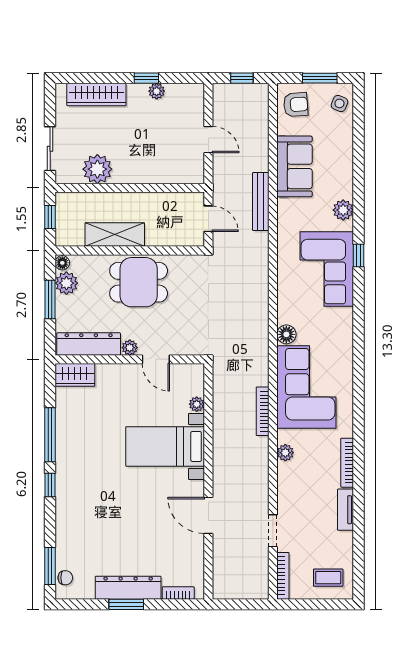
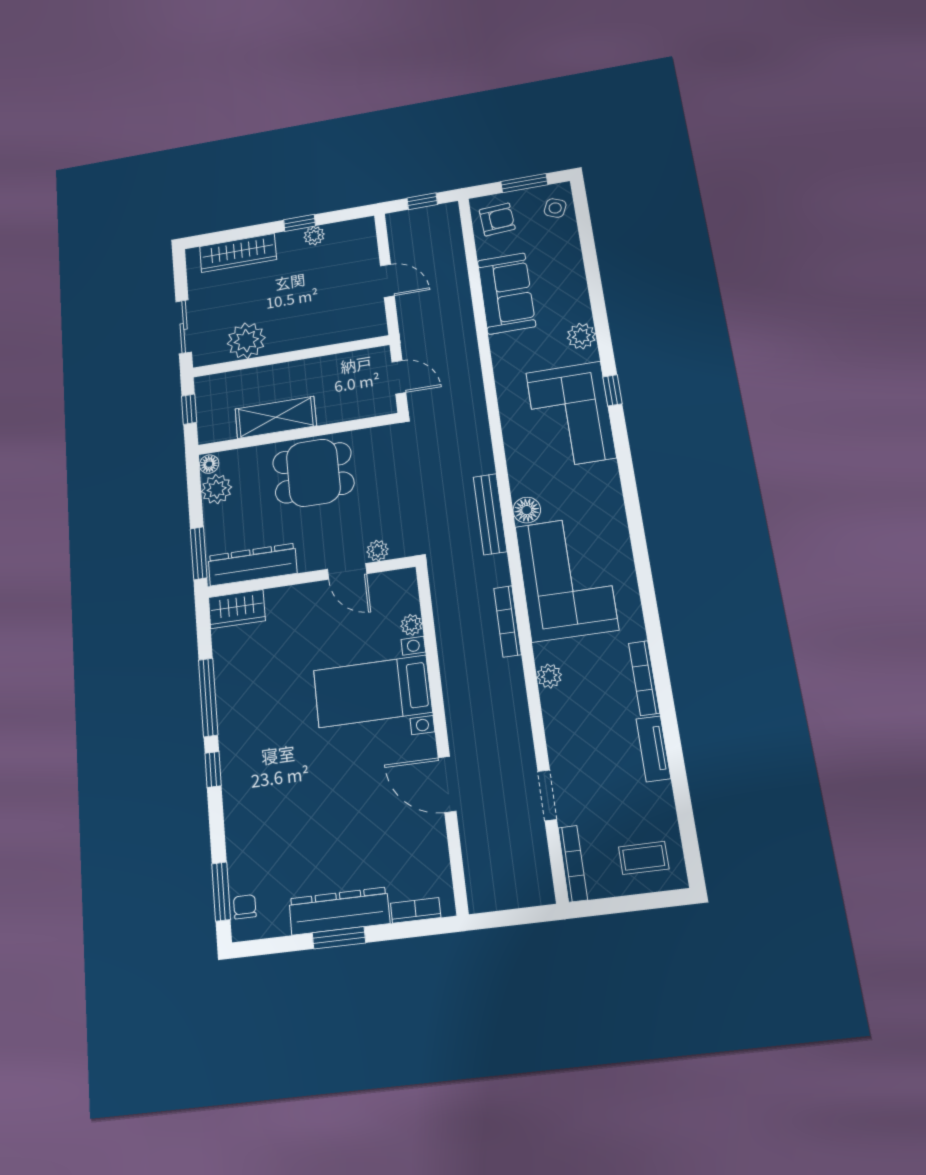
bench: (261, 201) -> (490, 514), moved
window: (50, 300) -> (199, 553), moved
plant: (130, 348) -> (377, 551), moved
chair: (65, 578) -> (245, 907), turned -90

